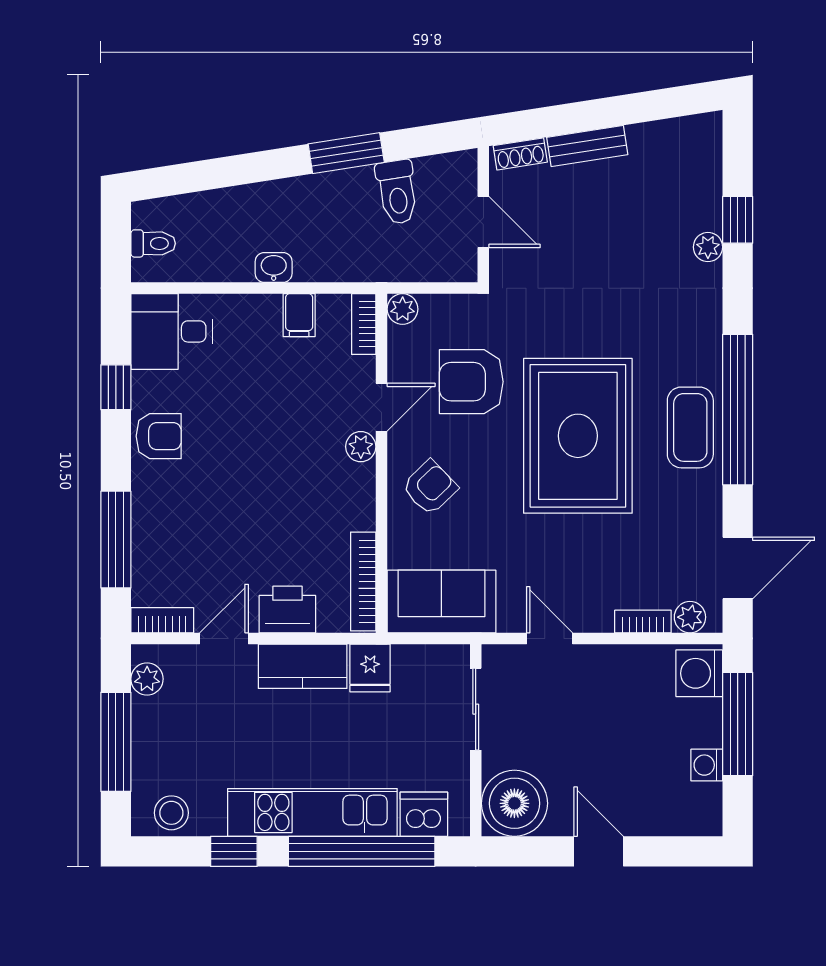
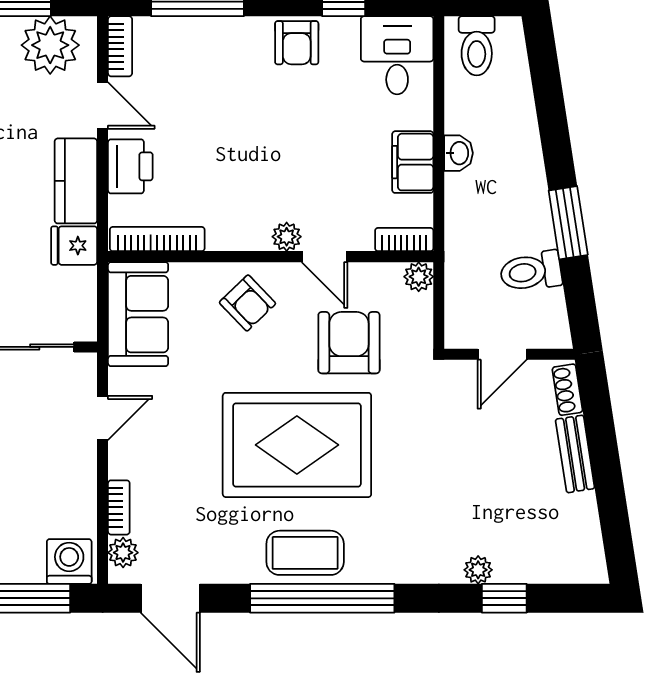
toilet: (153, 243) -> (477, 46), width x1.37, depth x1.39
filing cabinet: (299, 315) -> (413, 162), width x2.00
plant: (147, 679) -> (50, 45), width x1.88, depth x1.88

